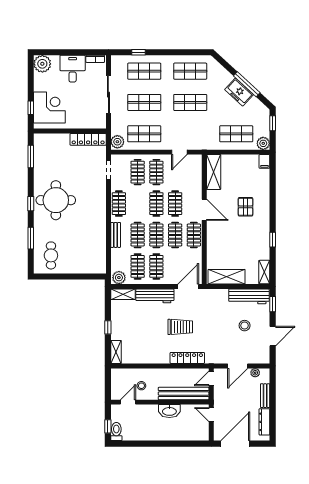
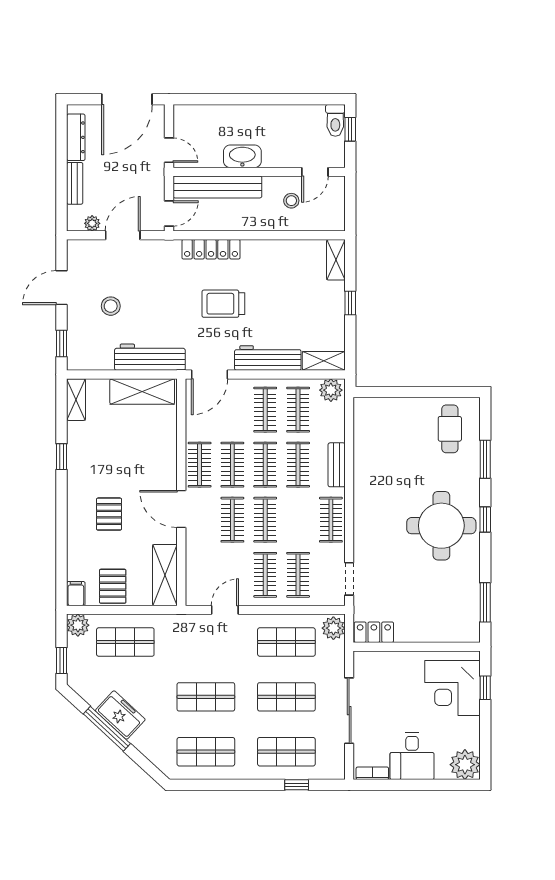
locker: (88, 139) -> (374, 632), width x0.66
pallet: (243, 166) -> (113, 586), added
workbench: (249, 296) -> (150, 357), moved

